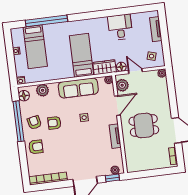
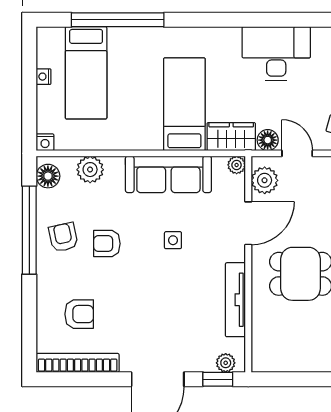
desk: (120, 27) -> (276, 54), width x1.37
tv unit: (115, 136) -> (235, 300), width x1.41
armchair: (36, 147) -> (79, 314), moved

